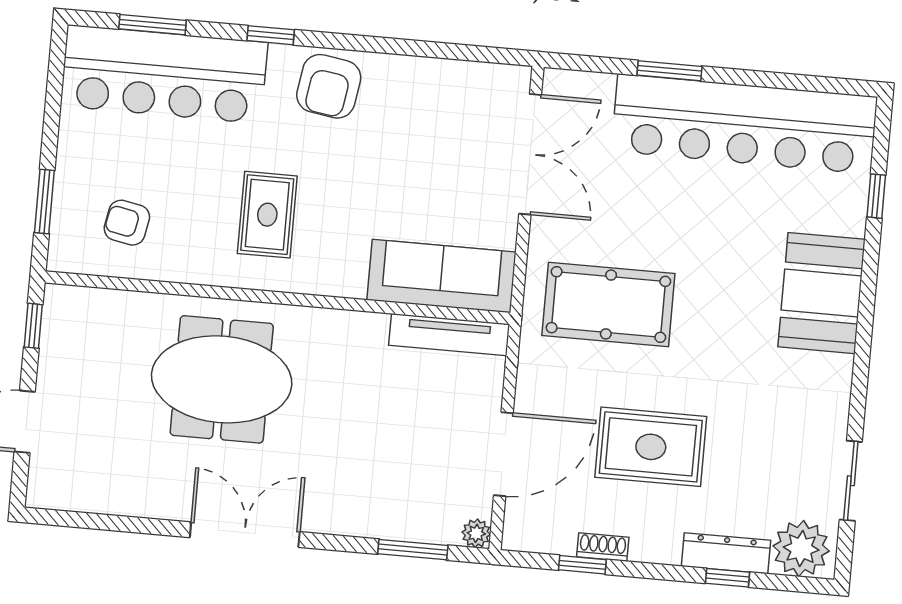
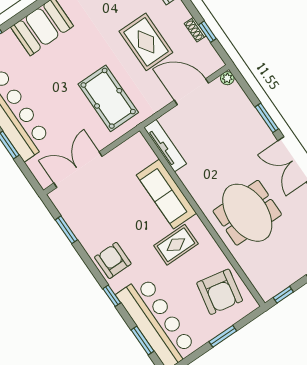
window: (445, 51) -> (66, 230), added
armchair: (329, 86) -> (113, 260), turned -99
window: (44, 201) -> (223, 336), moved
armchair: (127, 223) -> (220, 292), width x1.88, depth x1.88
sofa: (441, 276) -> (166, 194), moved
window: (413, 550) -> (267, 118), moved

